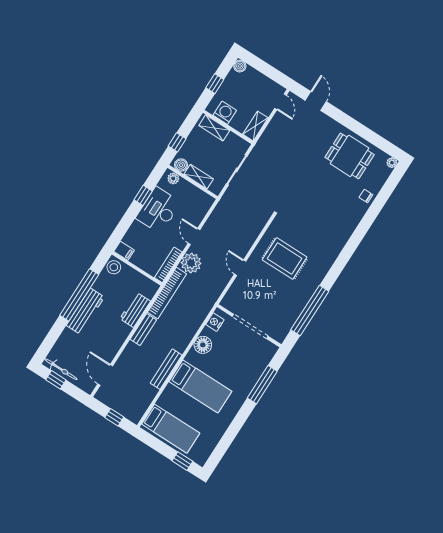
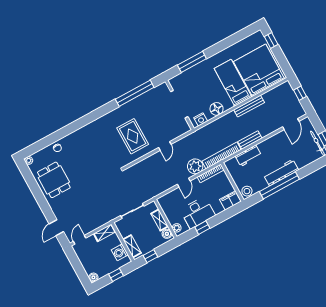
window: (177, 142) -> (150, 256), moved
filing cabinet: (124, 251) -> (230, 200), width x2.00
bed: (171, 429) -> (259, 70), width x2.04

